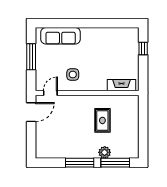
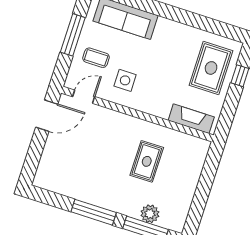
rug: (124, 50) -> (211, 68), added
coffee table: (50, 66) -> (96, 58), added
plant: (105, 152) -> (150, 214), moved

